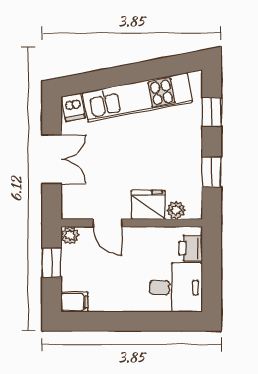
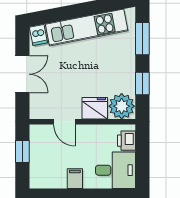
window: (212, 112) -> (142, 39), width x1.50
plant: (176, 210) -> (122, 106), width x1.88, depth x1.88
plant: (70, 235) -> (36, 131), removed
filing cabinet: (74, 302) -> (75, 179), moved, turned -90

